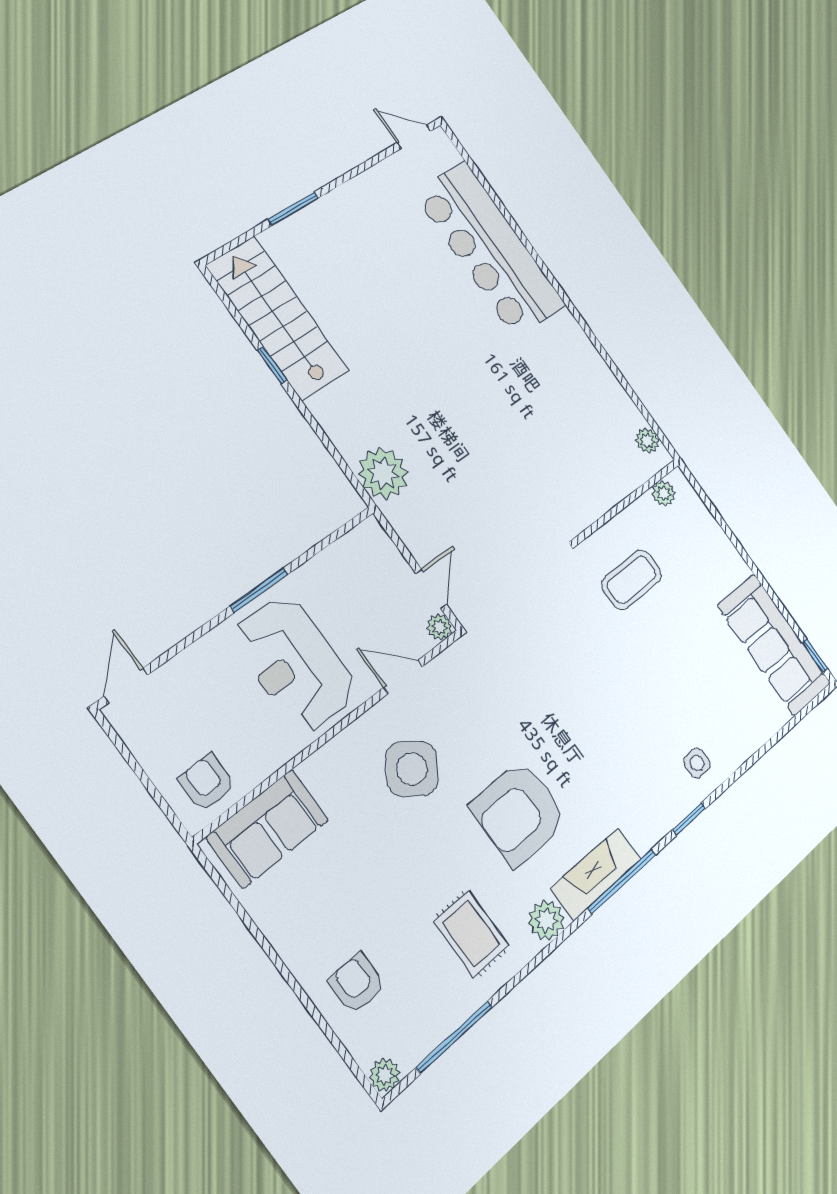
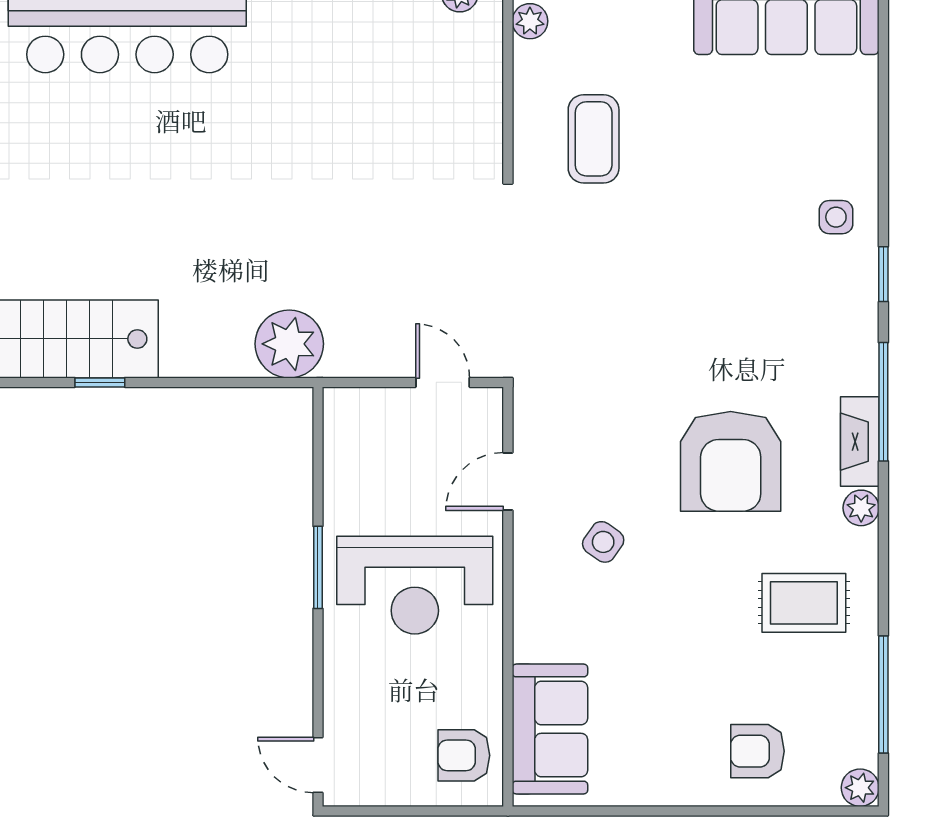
plant: (439, 627) -> (487, 404), removed
side table: (412, 769) -> (603, 542), width x0.54, depth x0.54
fireplace: (596, 874) -> (860, 442), width x0.73, depth x0.76
plant: (546, 920) -> (861, 508), width x0.73, depth x0.73

